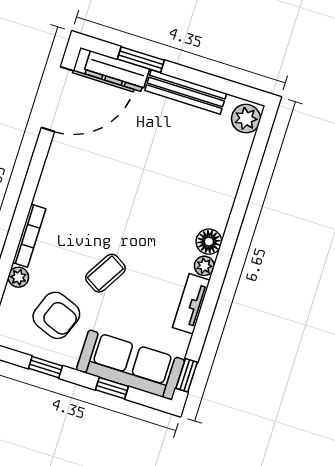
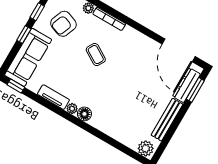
window: (141, 60) -> (195, 90), moved
coffee table: (105, 273) -> (96, 55), moved
window: (112, 388) -> (24, 35), moved

